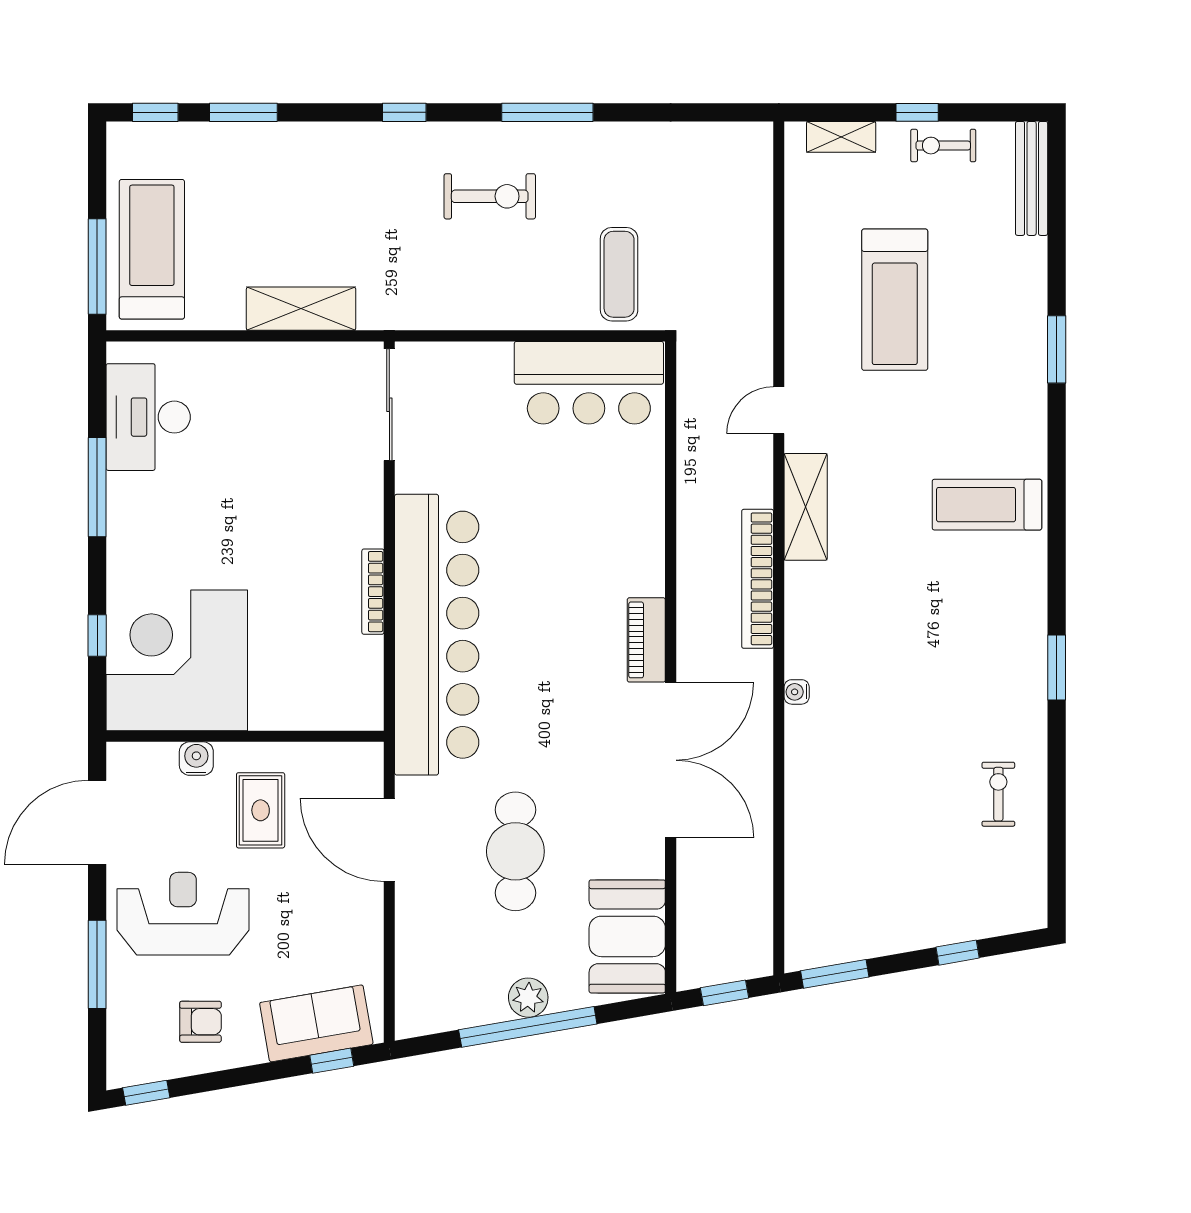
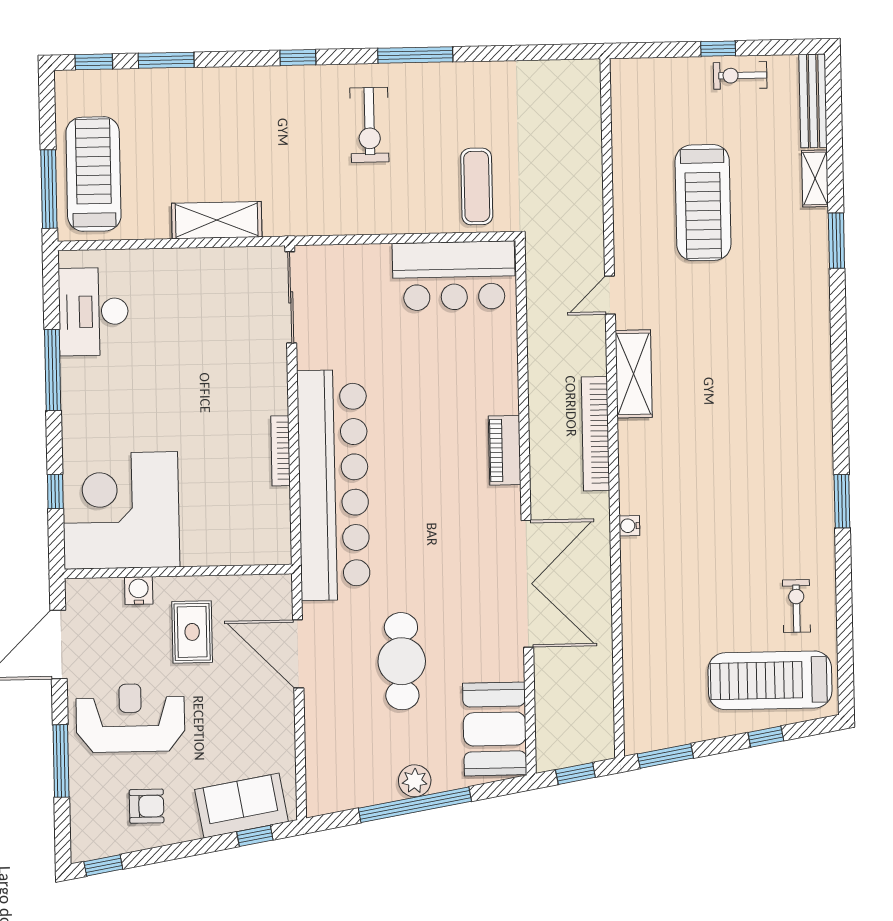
shelving: (841, 137) -> (815, 178), moved, turned 90
exercise bike: (490, 196) -> (369, 125), turned 90
treadmill: (987, 505) -> (770, 680), moved, width x1.37, depth x1.38
piano: (646, 640) -> (505, 450), moved

